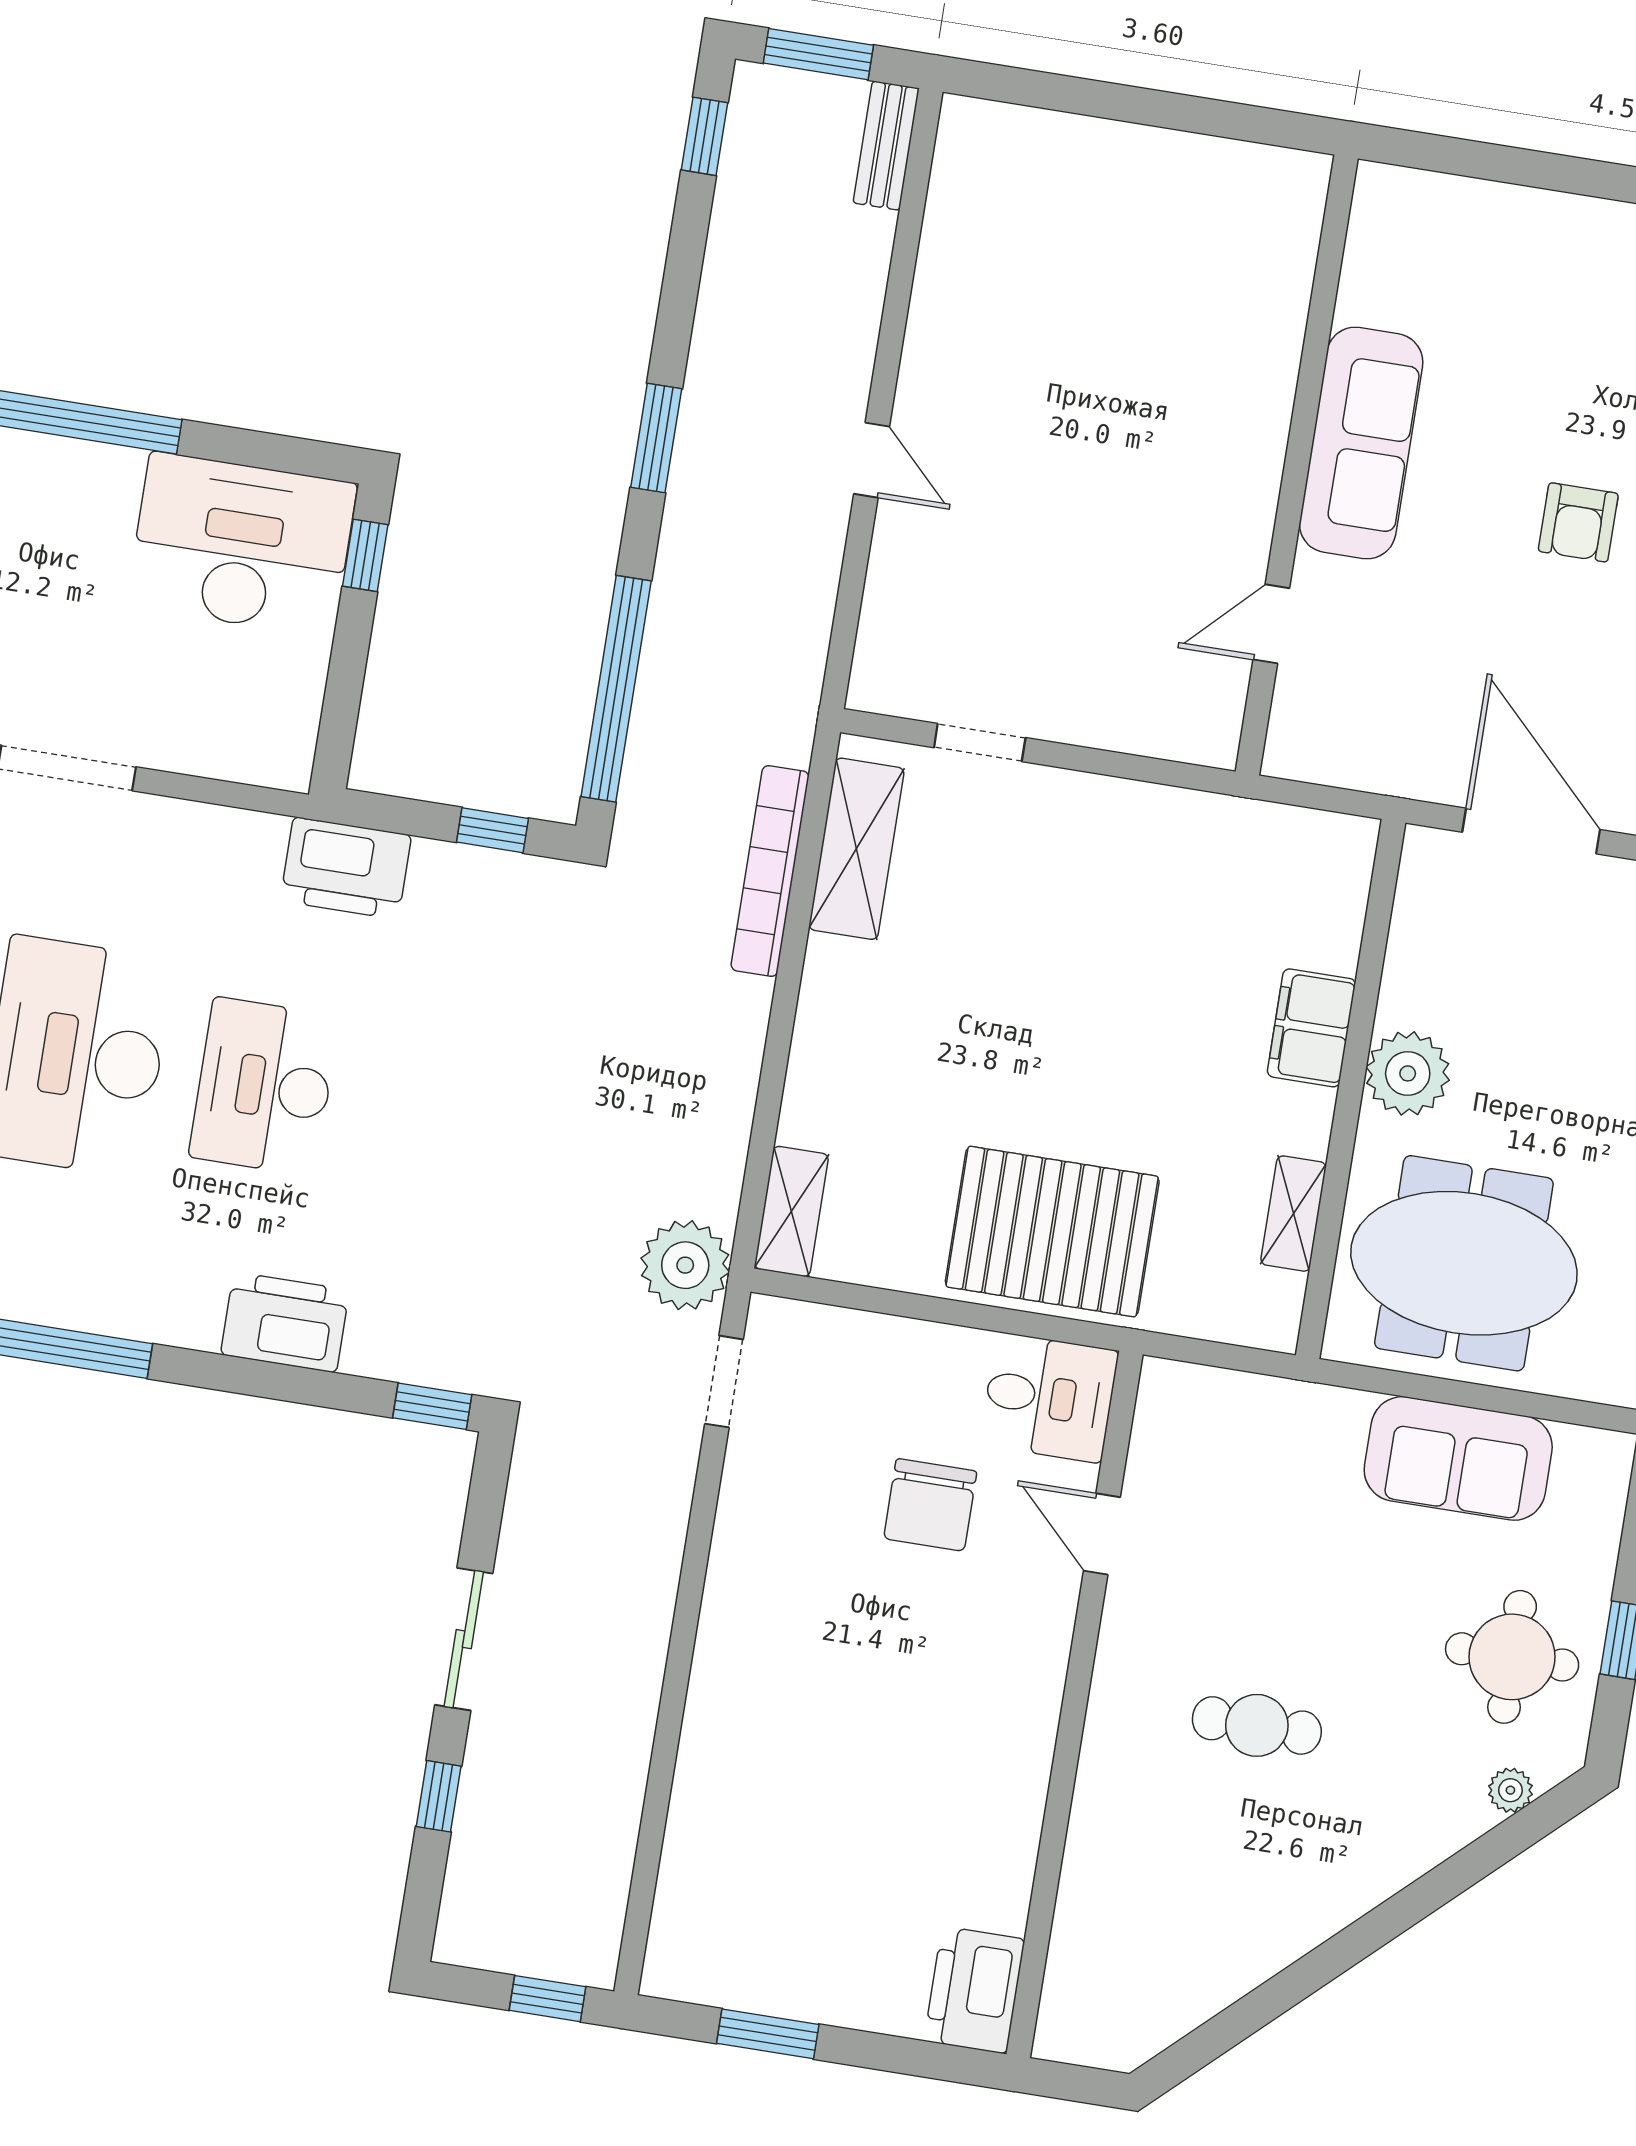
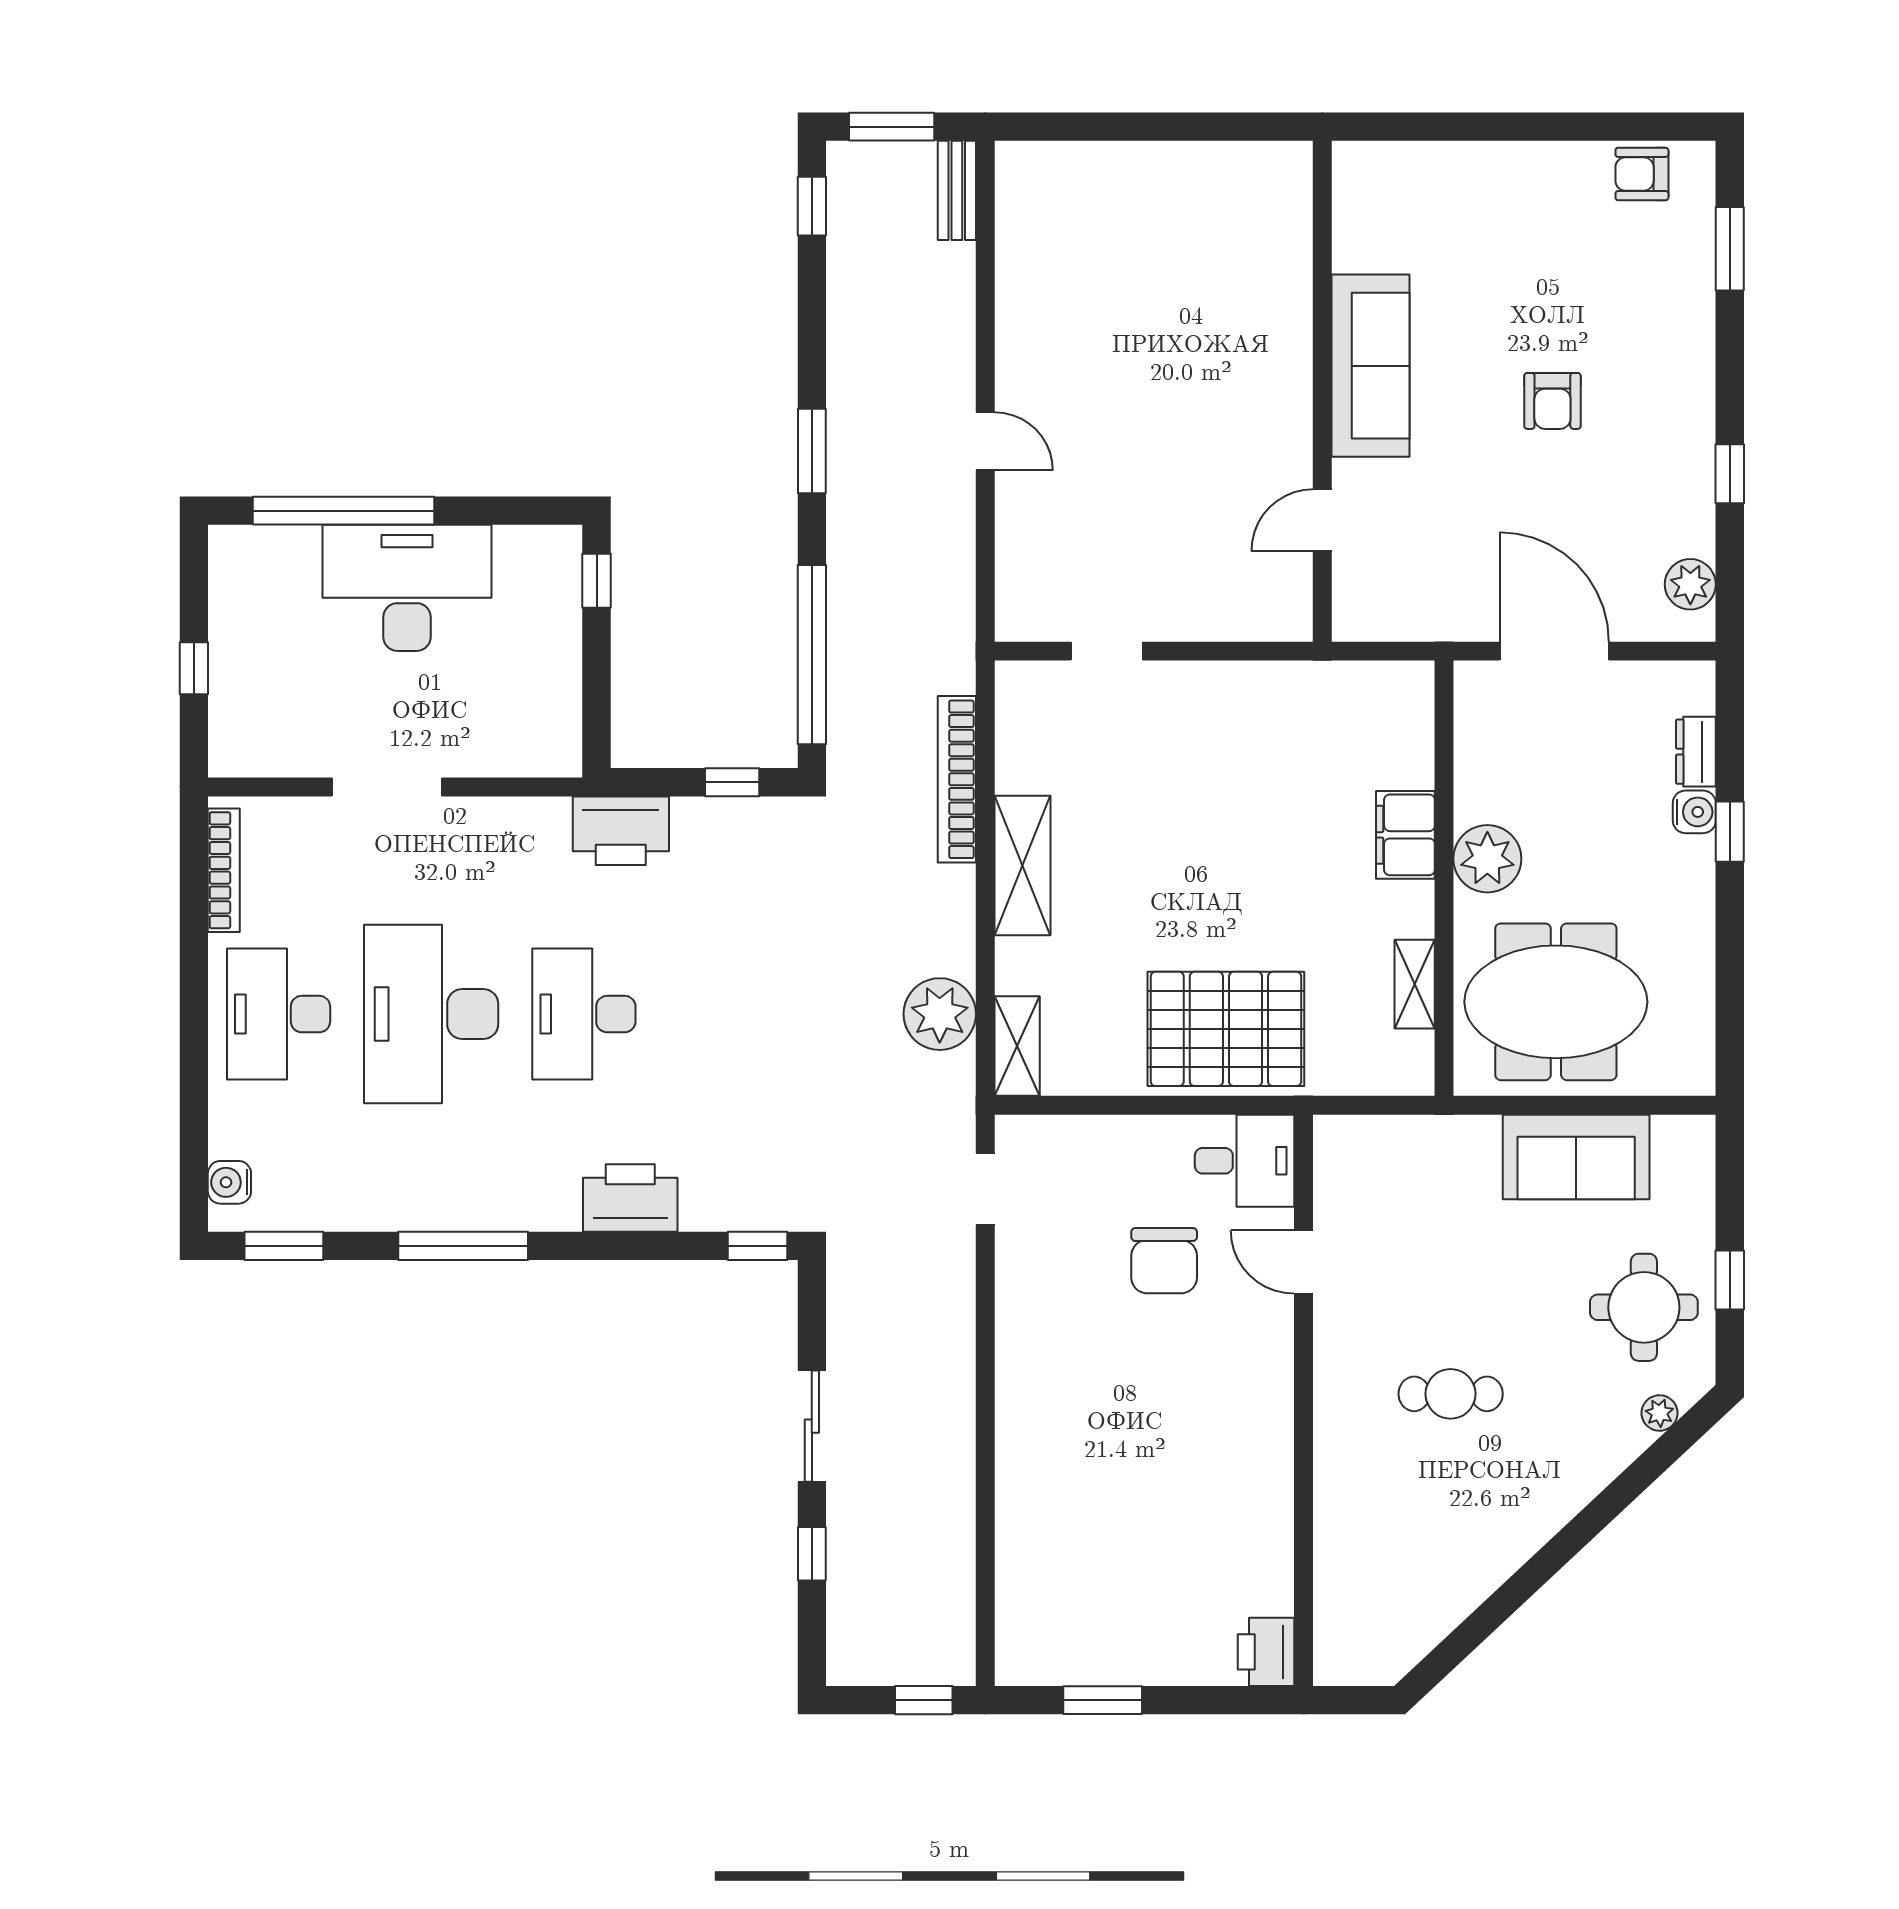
desk: (242, 544) -> (407, 588), moved
shelving: (856, 849) -> (1023, 866), moved
plant: (685, 1265) -> (940, 1014), moved
printer: (974, 1990) -> (1266, 1652), width x0.73, depth x0.84

